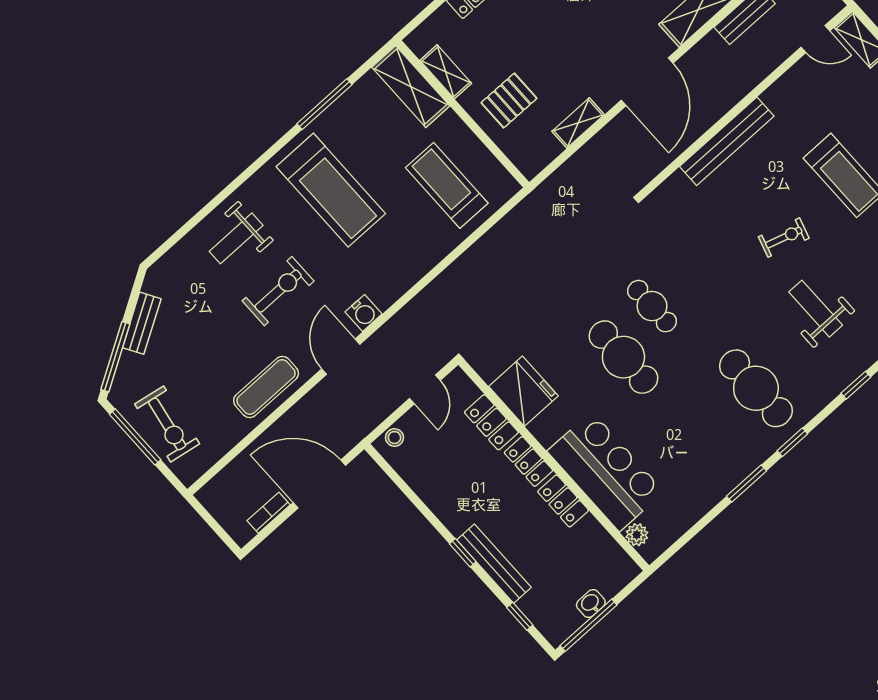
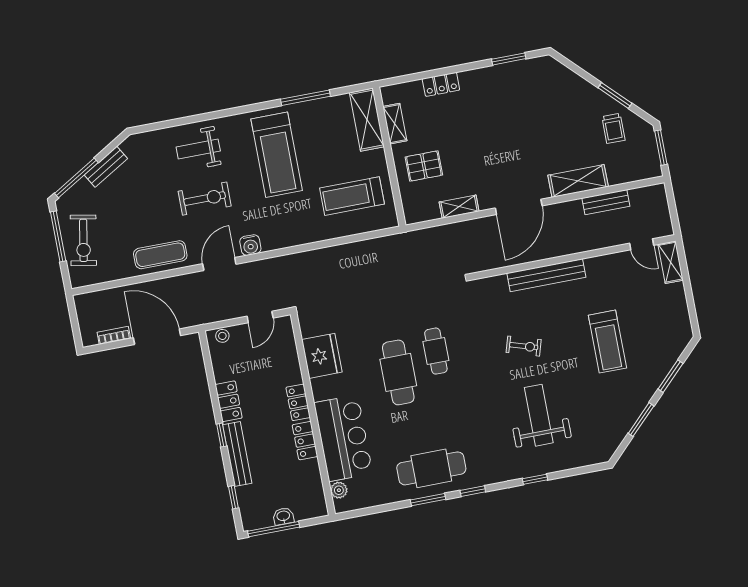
treadmill: (447, 185) -> (352, 196), turned -90
exercise bike: (784, 238) -> (524, 346), moved
weight bench: (816, 309) -> (539, 415), width x1.36, depth x1.33
cafe table: (756, 388) -> (431, 468), moved, turned 90
locker: (491, 422) -> (229, 401), moved, turned 180

